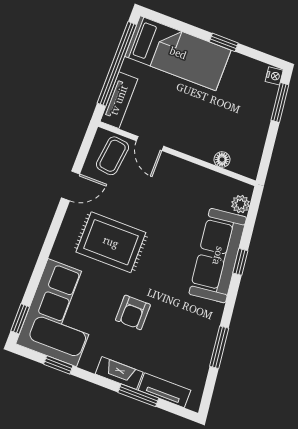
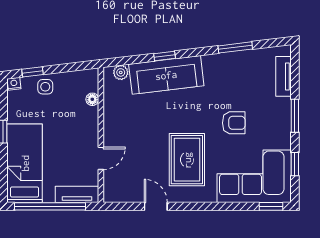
window: (280, 103) -> (33, 72), width x0.67
side table: (257, 111) -> (45, 87), added
coffee table: (113, 156) -> (121, 183), removed
fireplace: (119, 373) -> (284, 116), removed
window: (138, 395) -> (295, 116), moved

